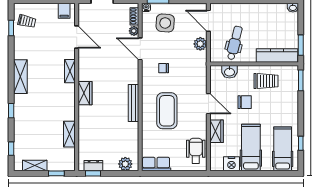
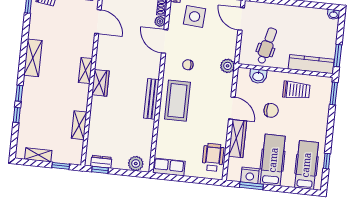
plant: (200, 44) -> (228, 66), moved
shelving: (70, 71) -> (85, 71), moved
coffee table: (167, 111) -> (177, 101), moved
wardrobe: (216, 131) -> (237, 139), width x1.50
window: (11, 149) -> (17, 115), moved
window: (234, 173) -> (251, 186), added

